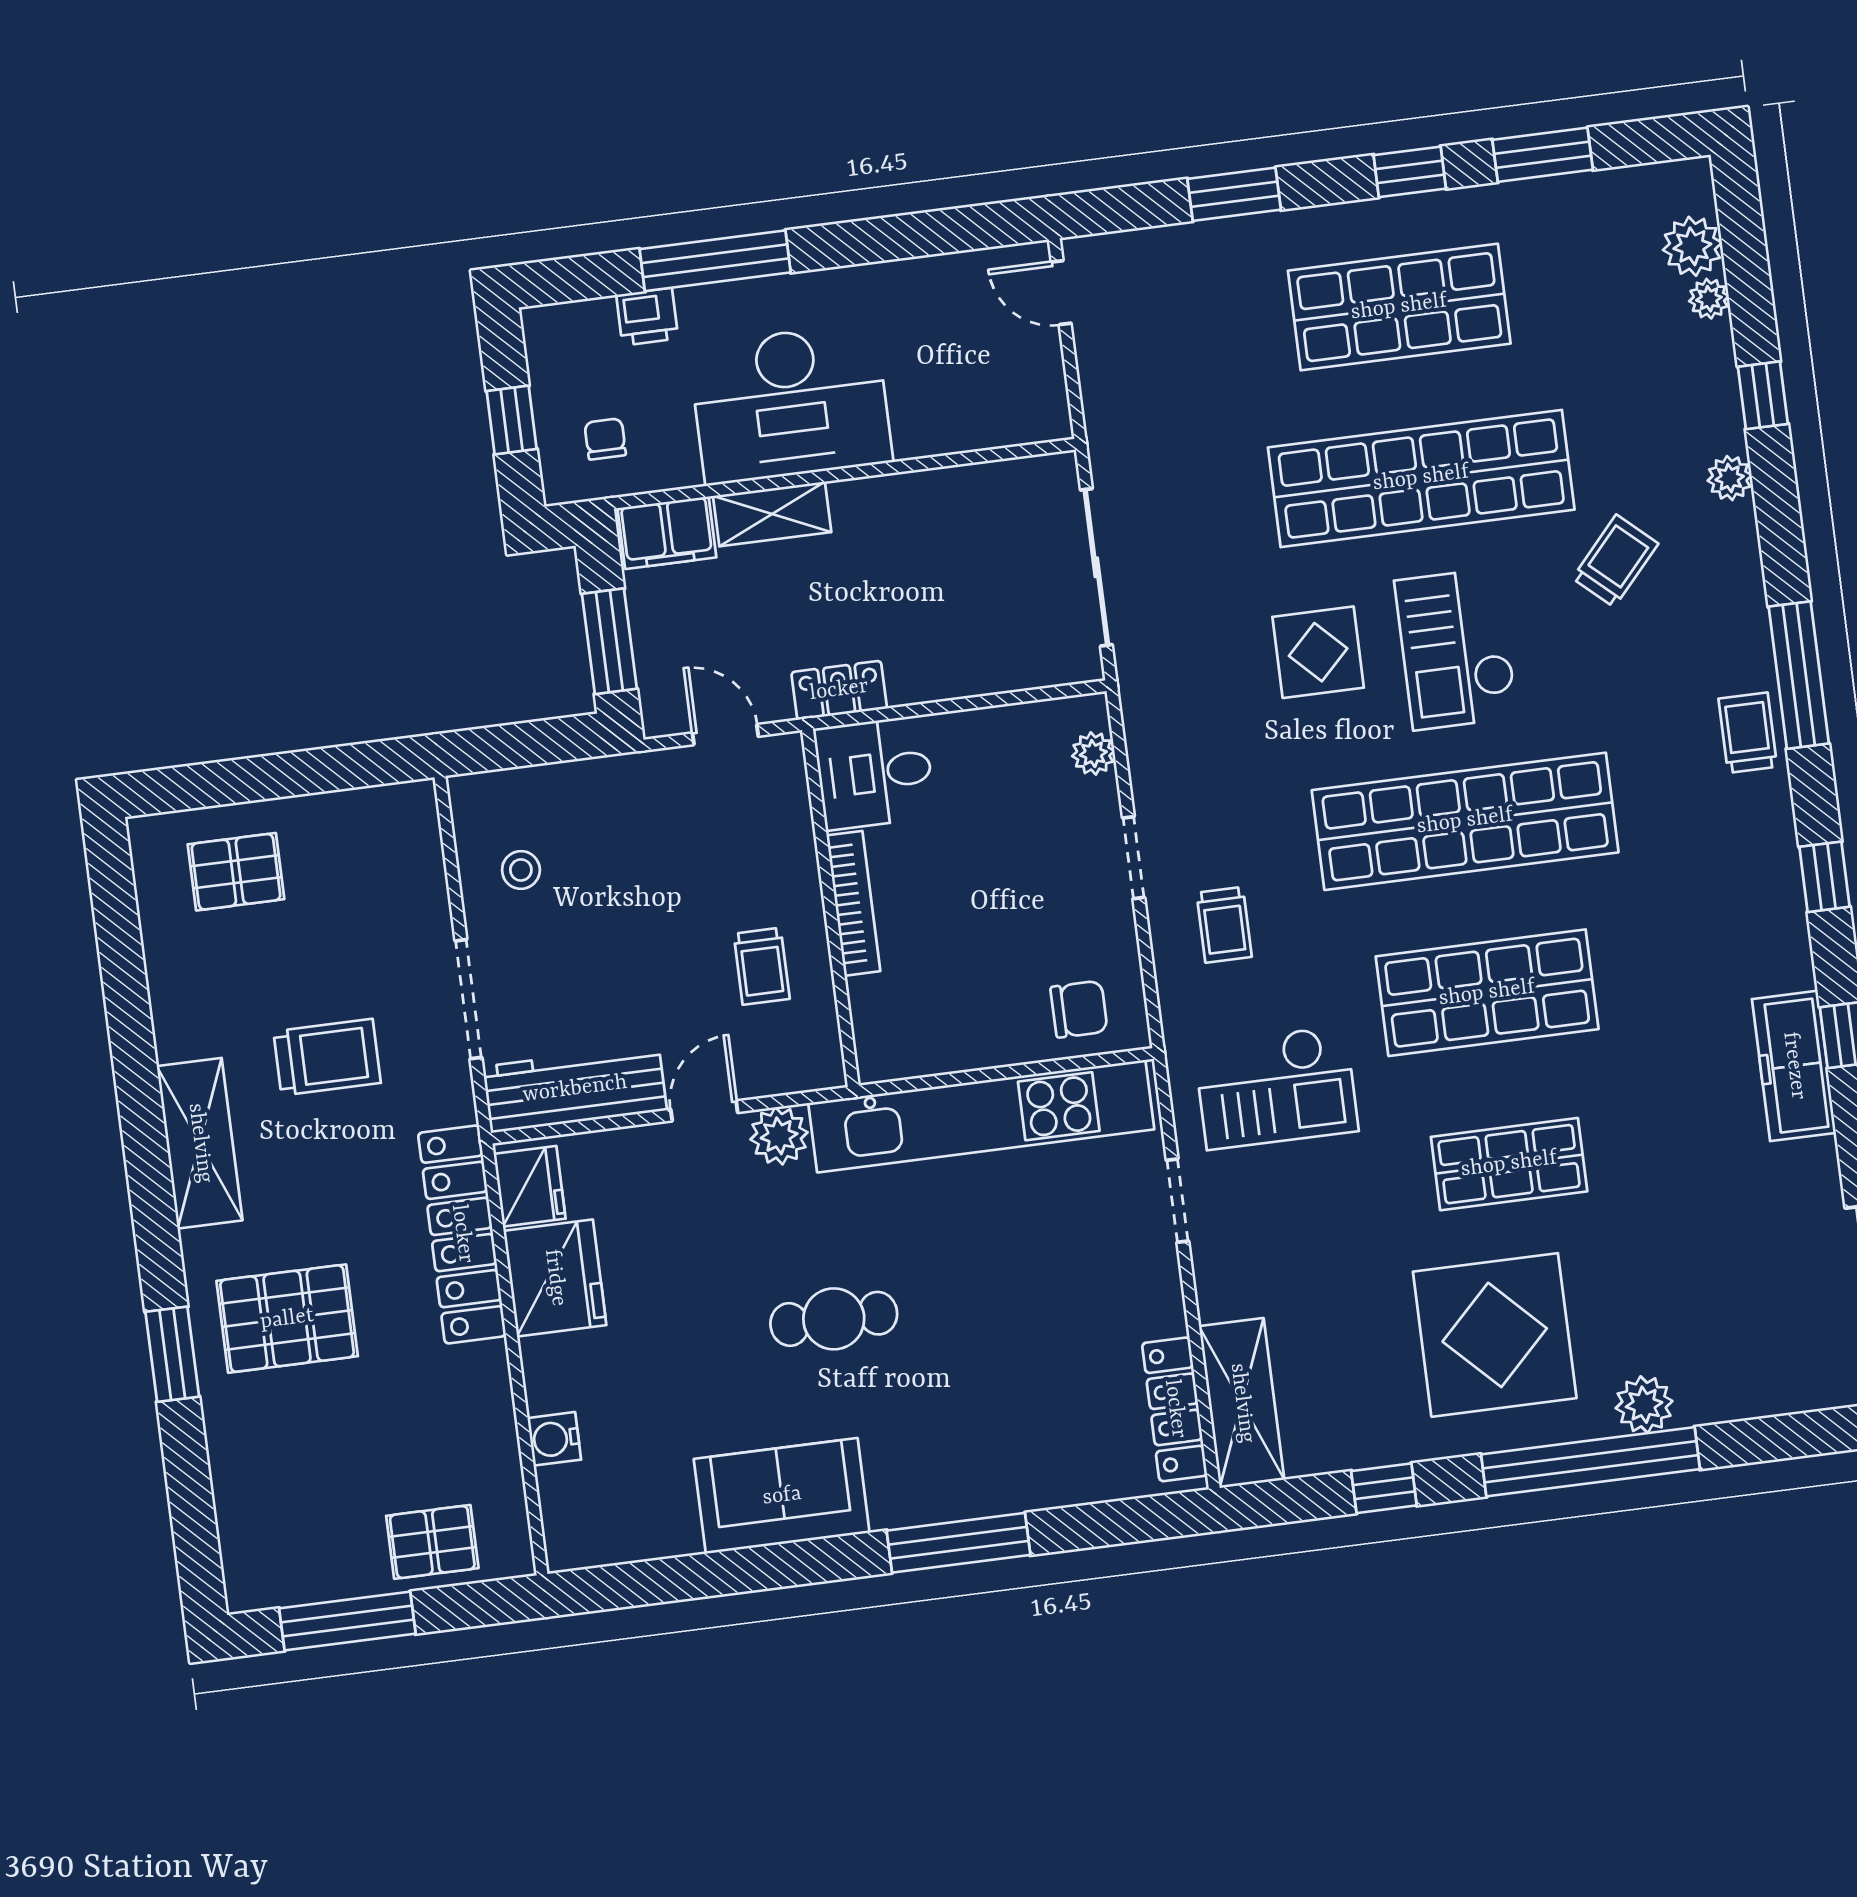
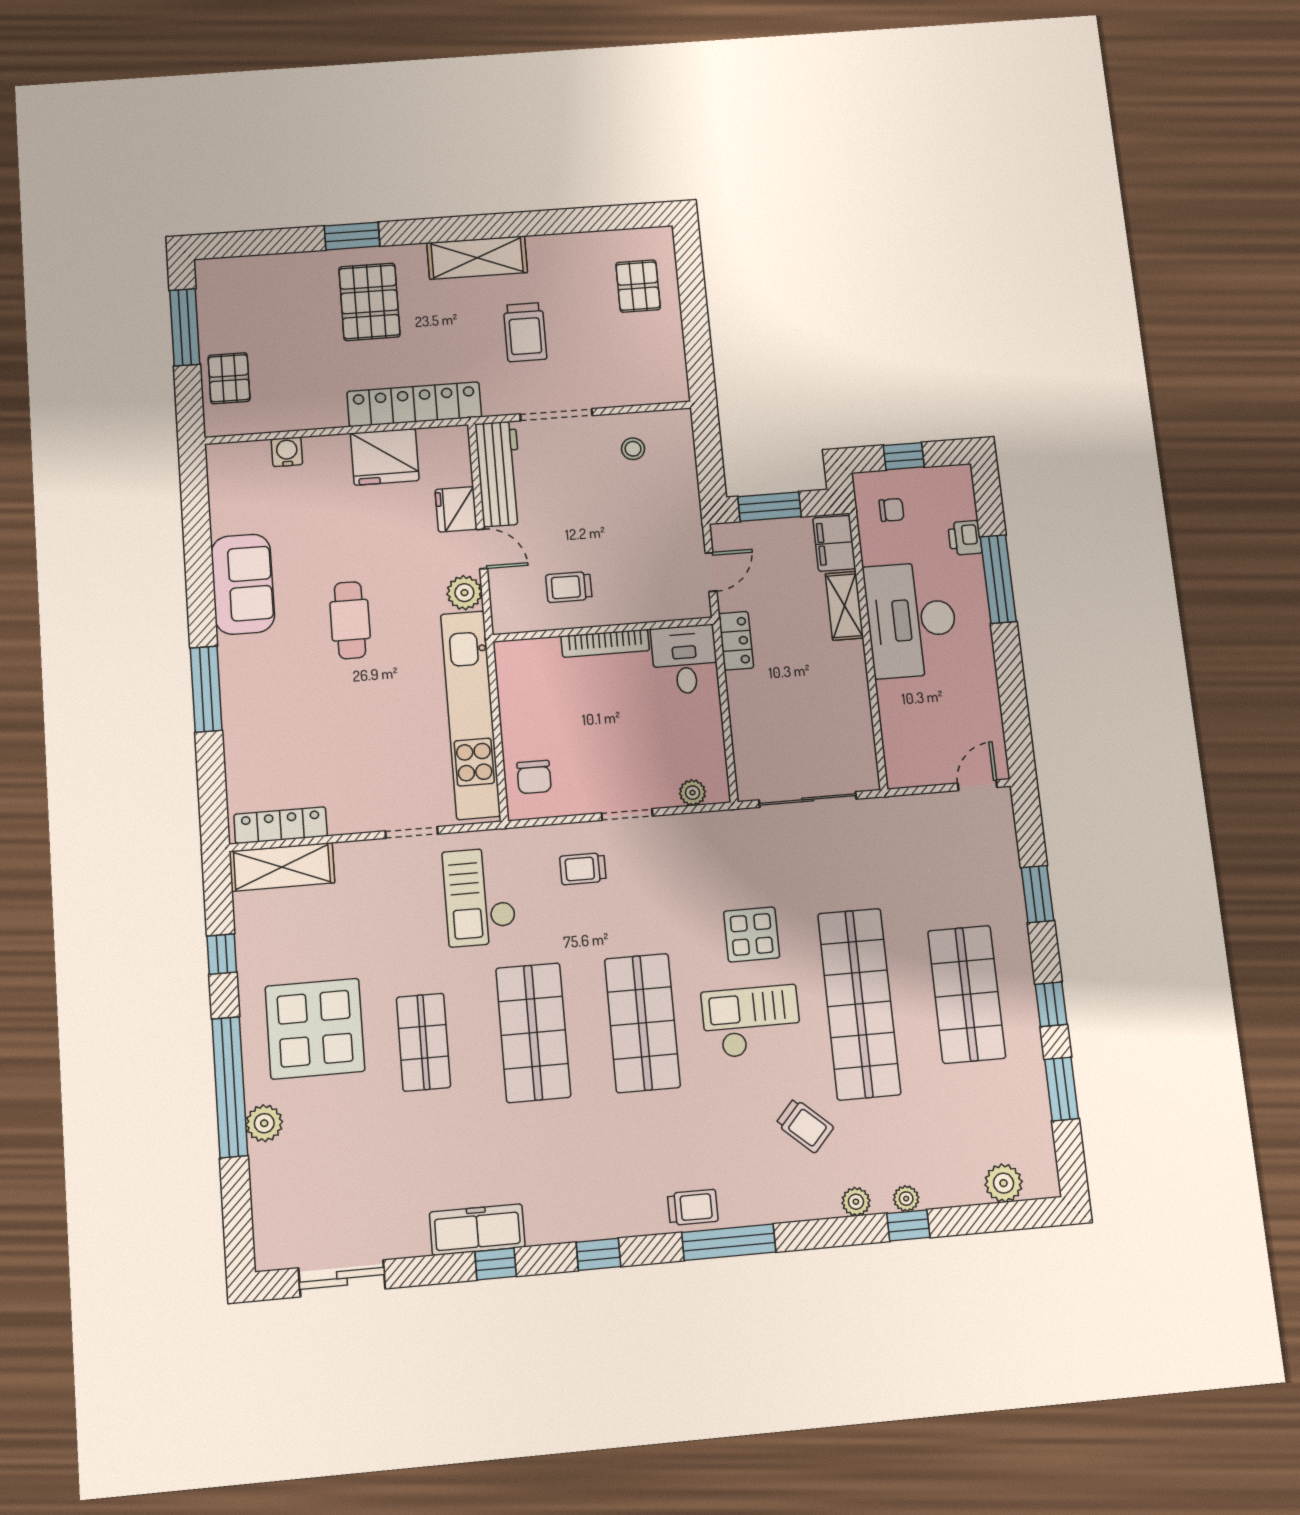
plant: (1709, 299) -> (906, 1199), moved
shop shelf: (1465, 821) -> (642, 1023), width x0.71
fridge: (530, 1186) -> (456, 509), moved, turned 90

